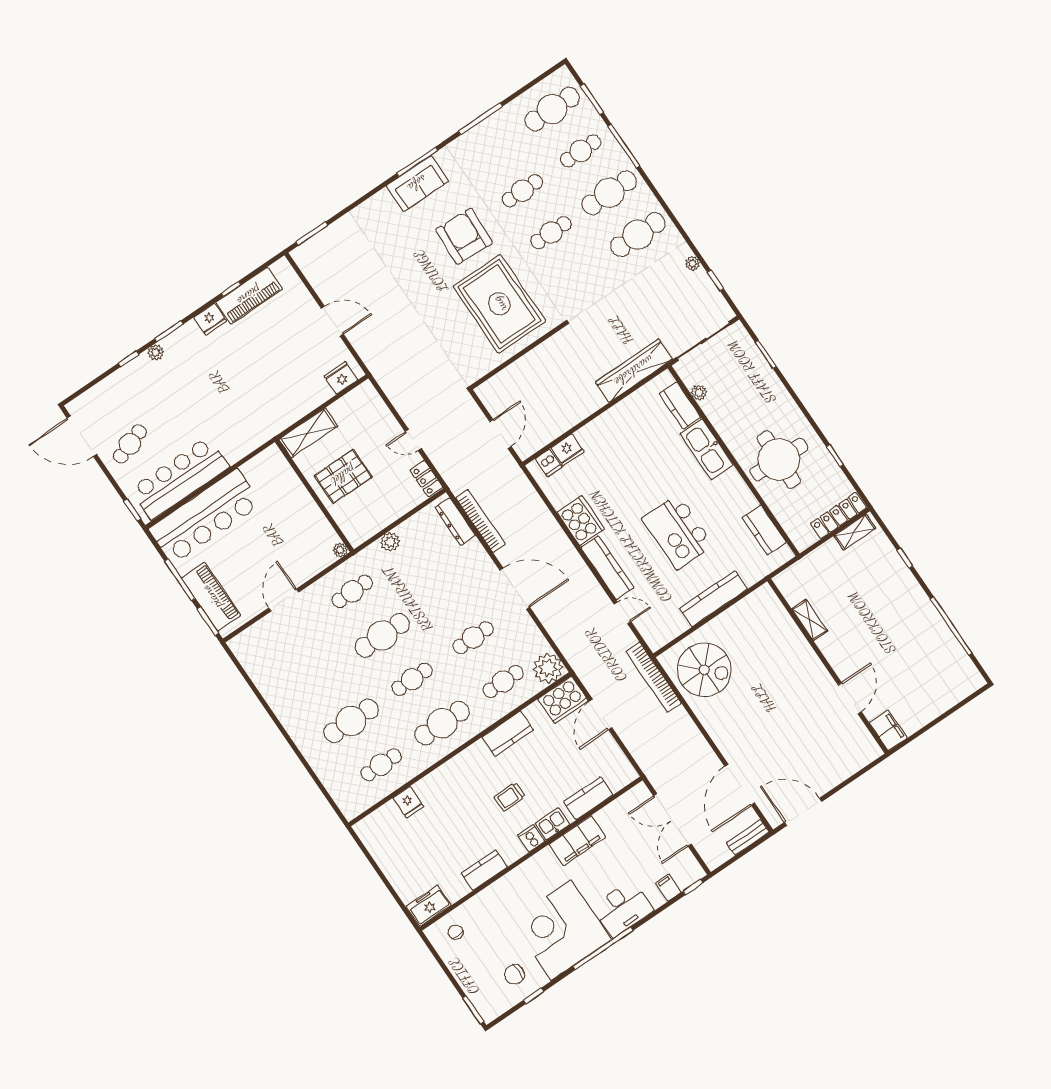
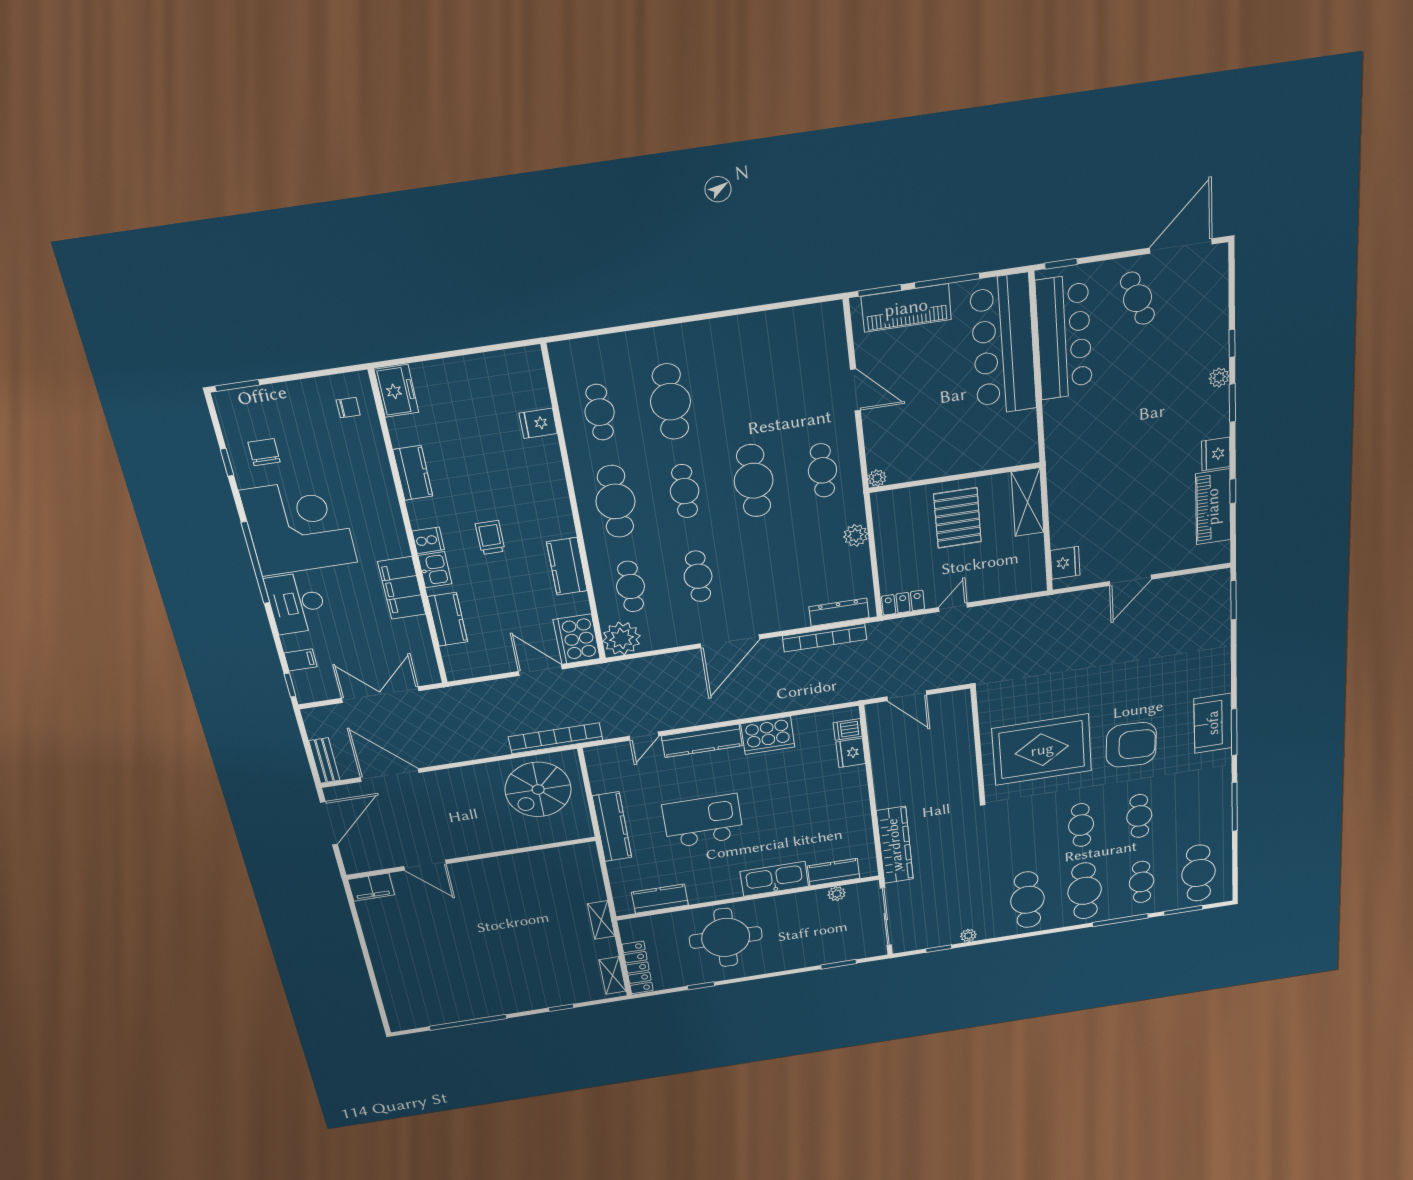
shelving: (810, 620) -> (601, 920), moved, turned 90
wall: (828, 666) -> (471, 858), moved
door: (850, 698) -> (425, 865), moved
filing cabinet: (888, 730) -> (371, 887), moved

